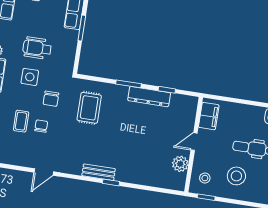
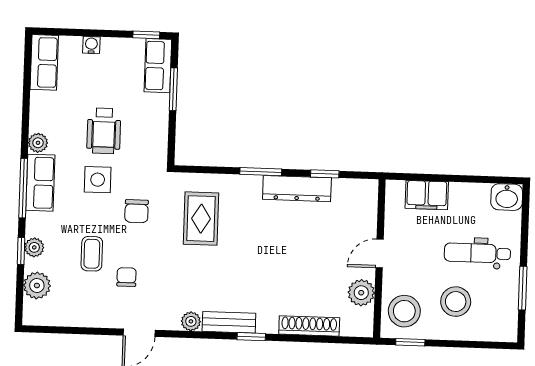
wheelchair: (37, 48) -> (104, 131), turned -90
filing cabinet: (209, 116) -> (427, 195), moved, turned 90
chair: (41, 126) -> (127, 277), moved
plant: (76, 169) -> (191, 321), added
stool: (205, 178) -> (404, 311), width x1.89, depth x1.89
shoe rack: (147, 180) -> (309, 326), added

